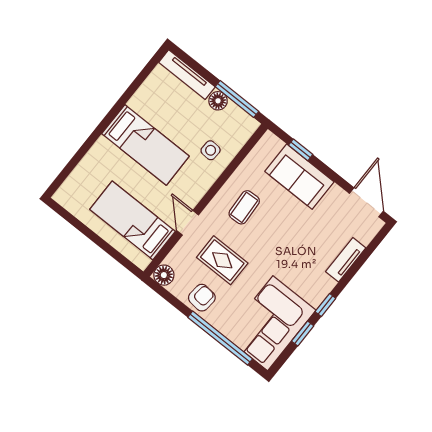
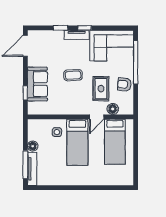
window: (237, 99) -> (25, 165), moved
bed: (146, 145) -> (77, 142), moved, turned 180
coffee table: (244, 207) -> (73, 75), moved
tv unit: (346, 260) -> (77, 35), moved
floor lamp: (164, 275) -> (113, 109), moved
window: (303, 333) -> (61, 28), moved

